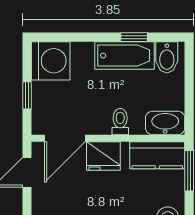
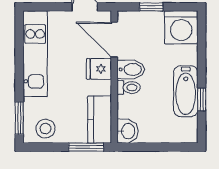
bidet: (167, 57) -> (131, 69), moved, turned 180
washbasin: (165, 123) -> (127, 131), width x0.72
fridge: (103, 156) -> (99, 69), width x0.72

